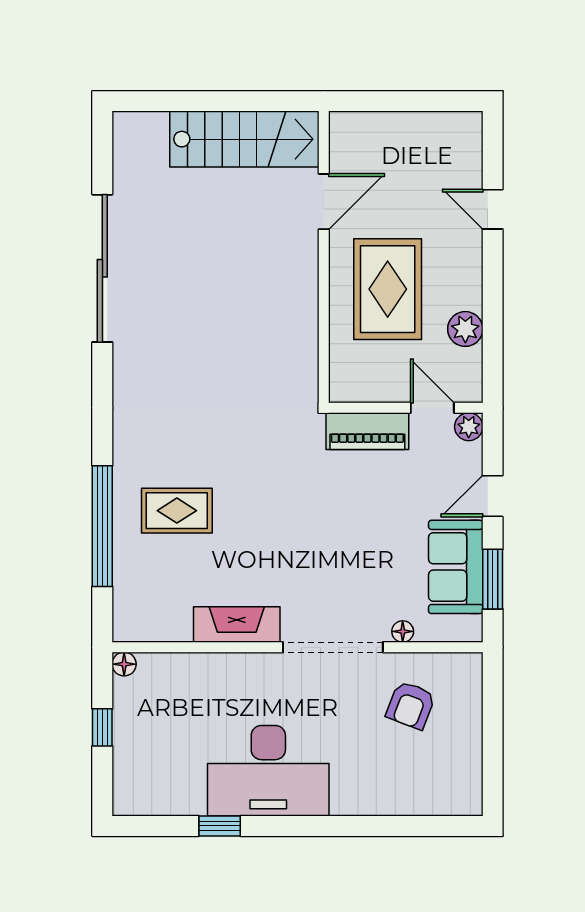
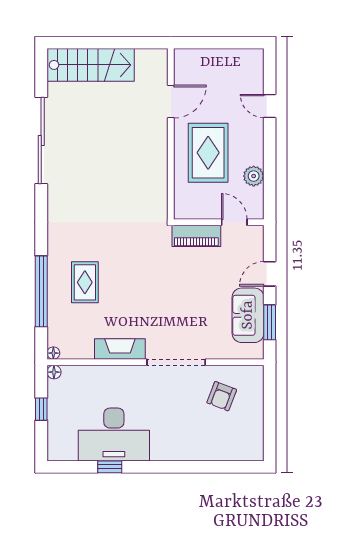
stairs: (244, 139) -> (91, 65), moved
plant: (469, 427) -> (256, 233), removed
rug: (177, 511) -> (85, 282), turned 90
floor lamp: (403, 631) -> (53, 353), moved
desk: (268, 771) -> (114, 434), moved

